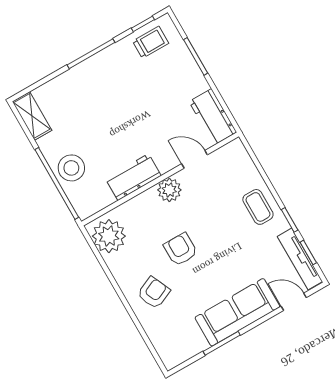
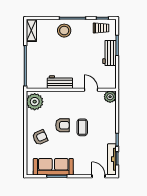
workbench: (213, 117) -> (109, 53), moved
stool: (71, 168) -> (64, 31), moved
plant: (169, 190) -> (110, 97), moved
coffee table: (258, 207) -> (82, 127), moved
armchair: (181, 249) -> (62, 125), turned 90
sofa: (237, 312) -> (53, 167), moved

